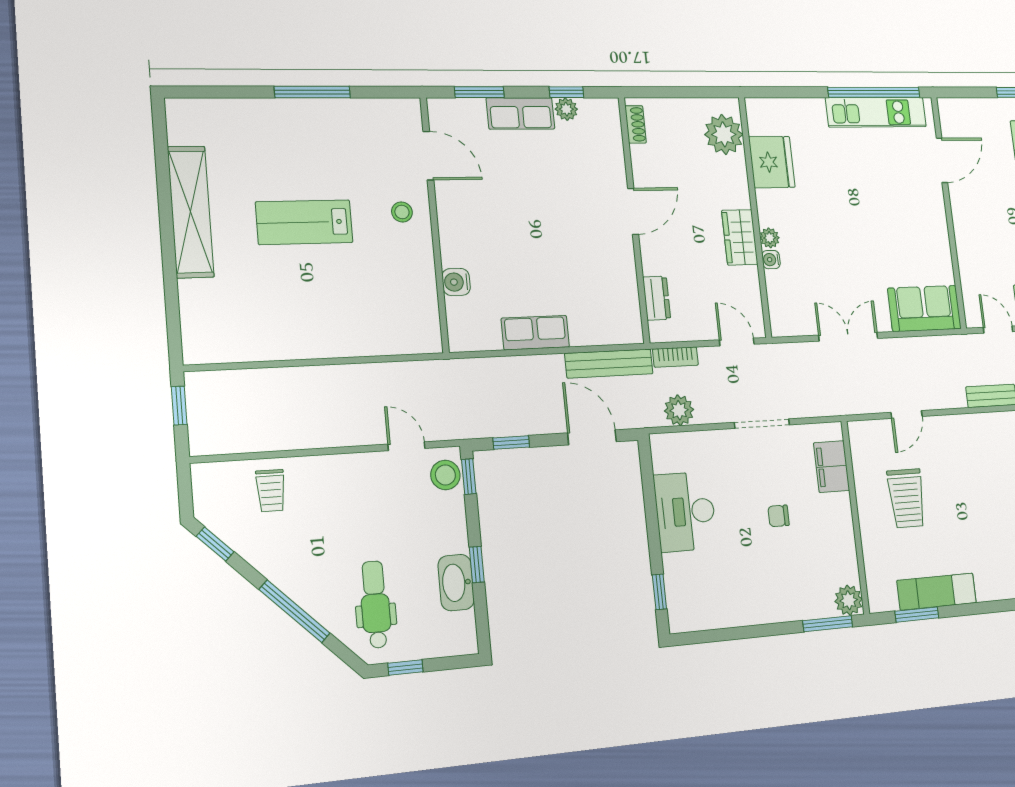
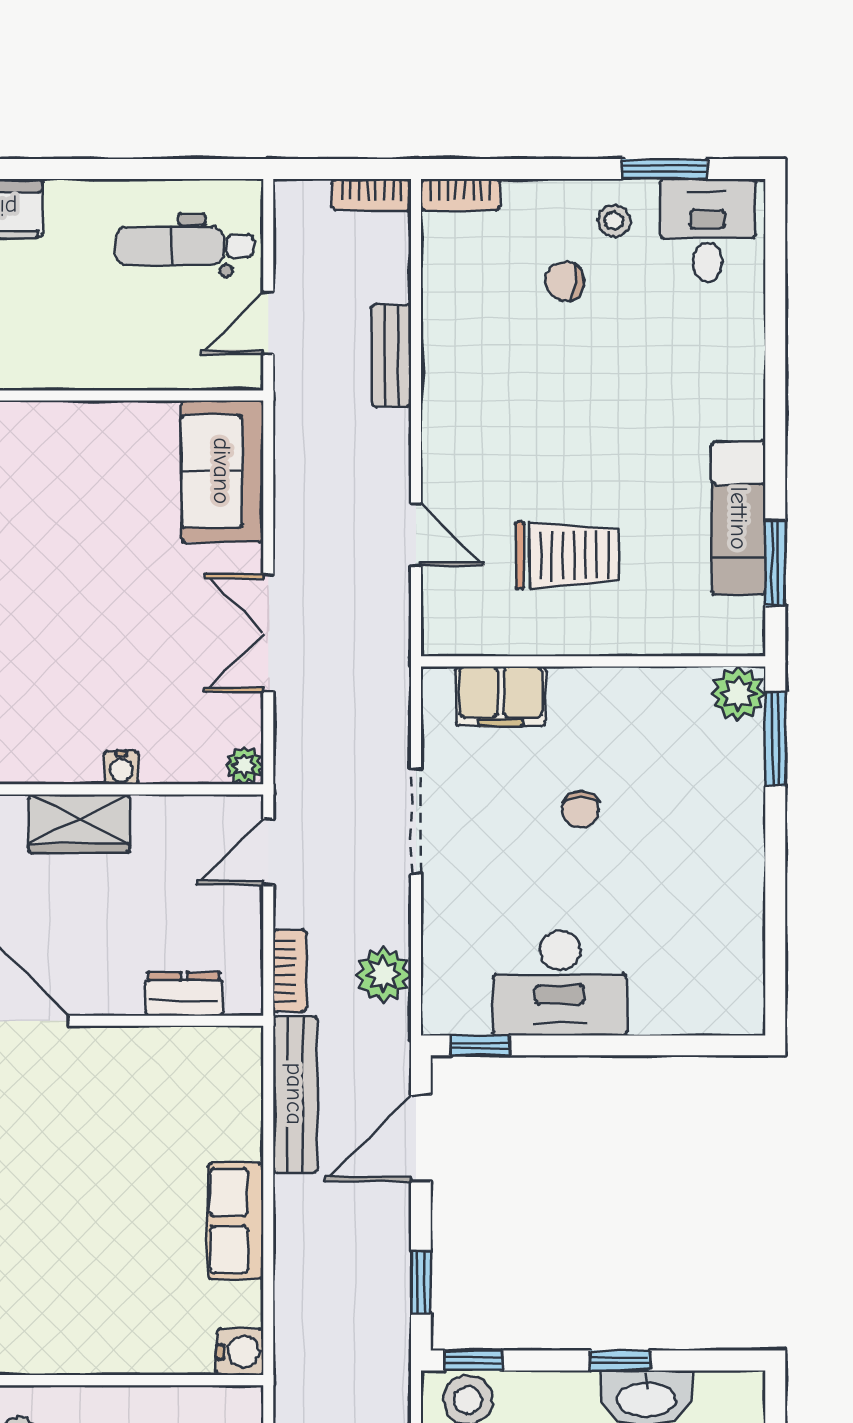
plant: (770, 238) -> (244, 765), moved
water cooler: (456, 282) -> (240, 1352), moved, turned -90
window: (659, 592) -> (480, 1045), moved

